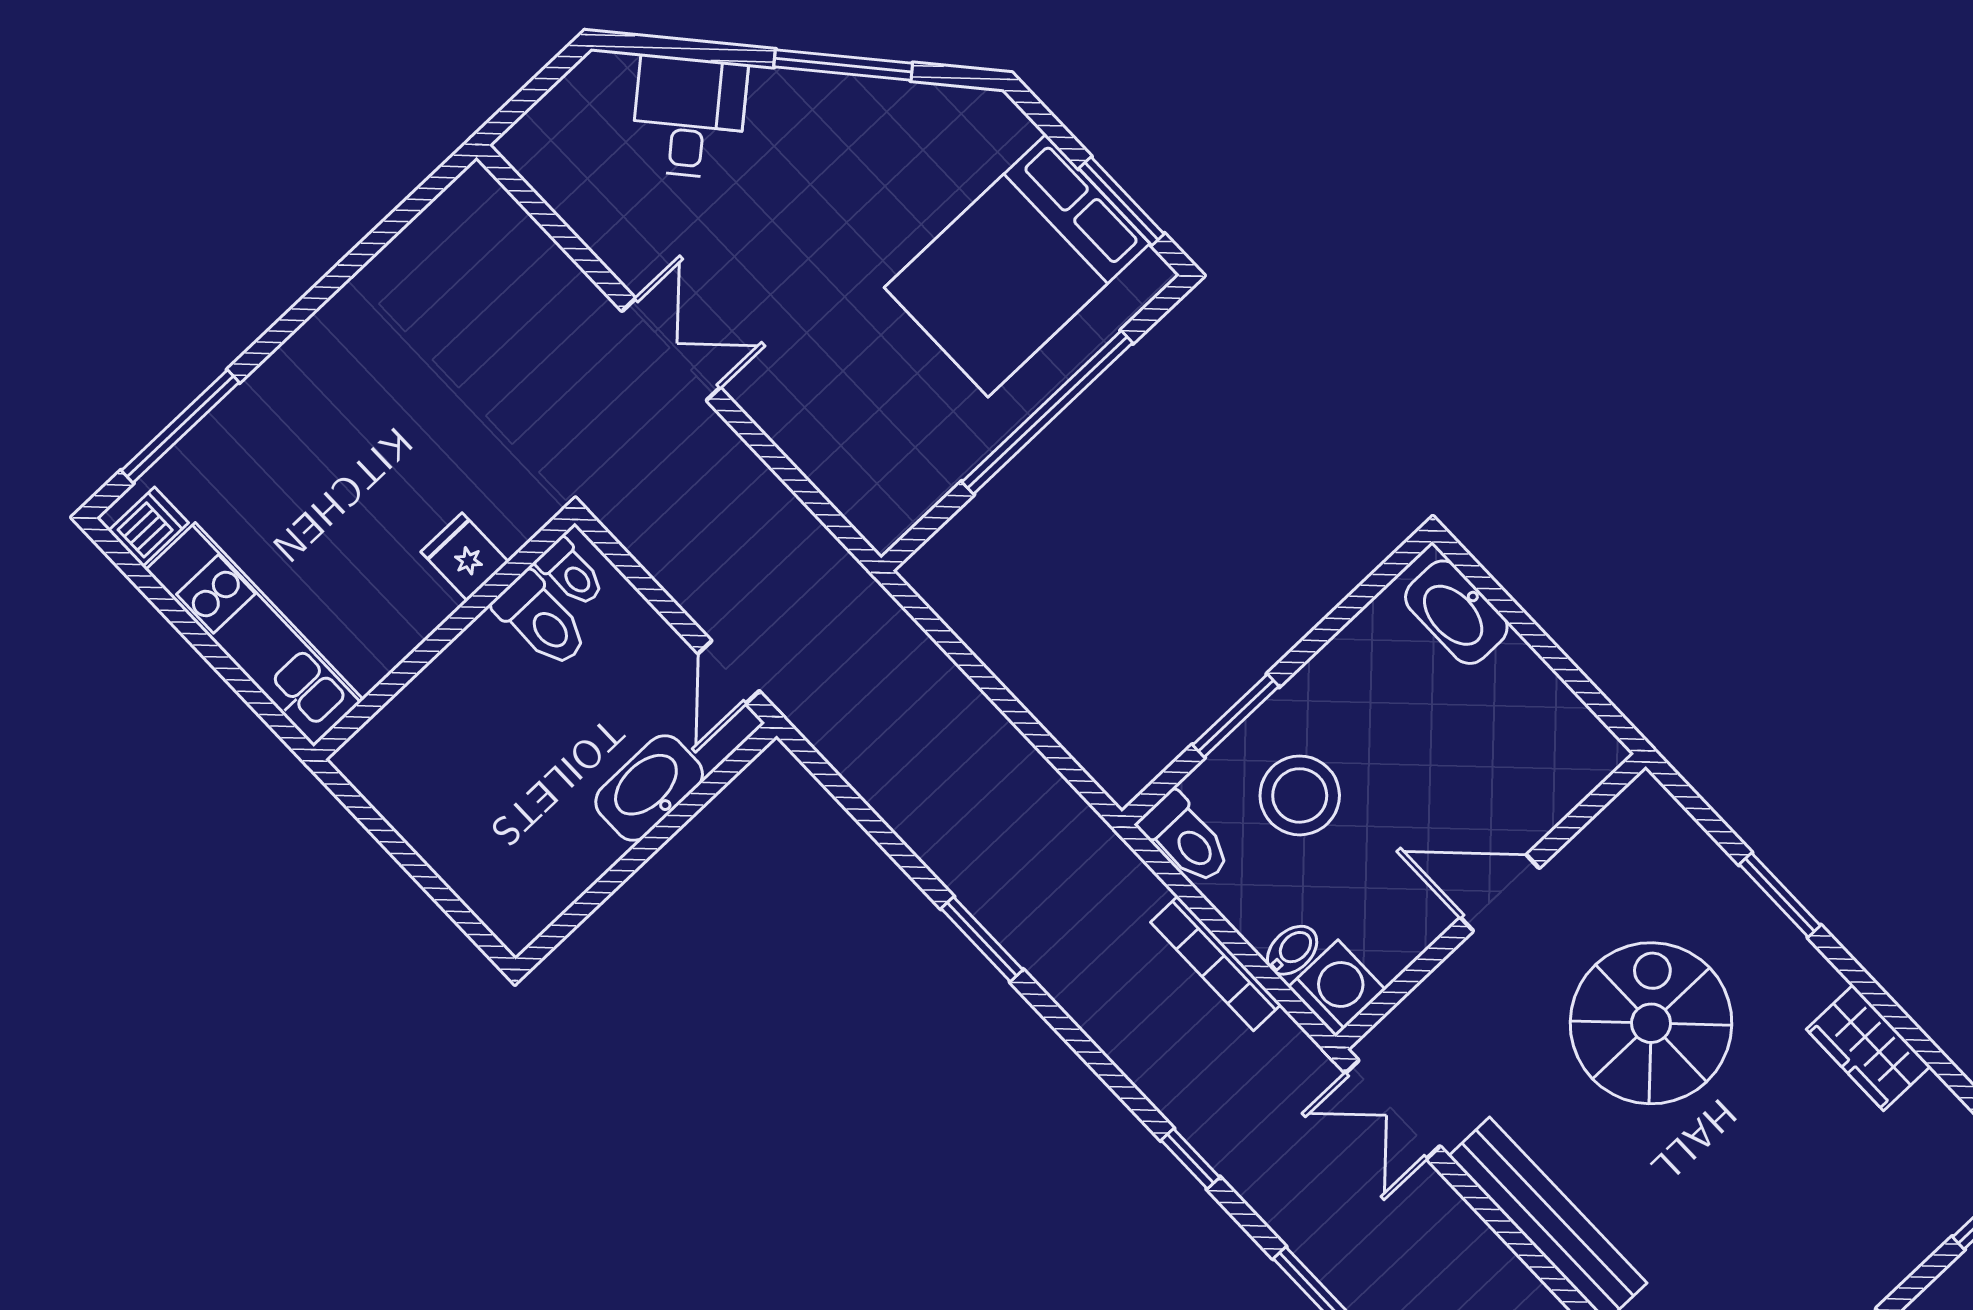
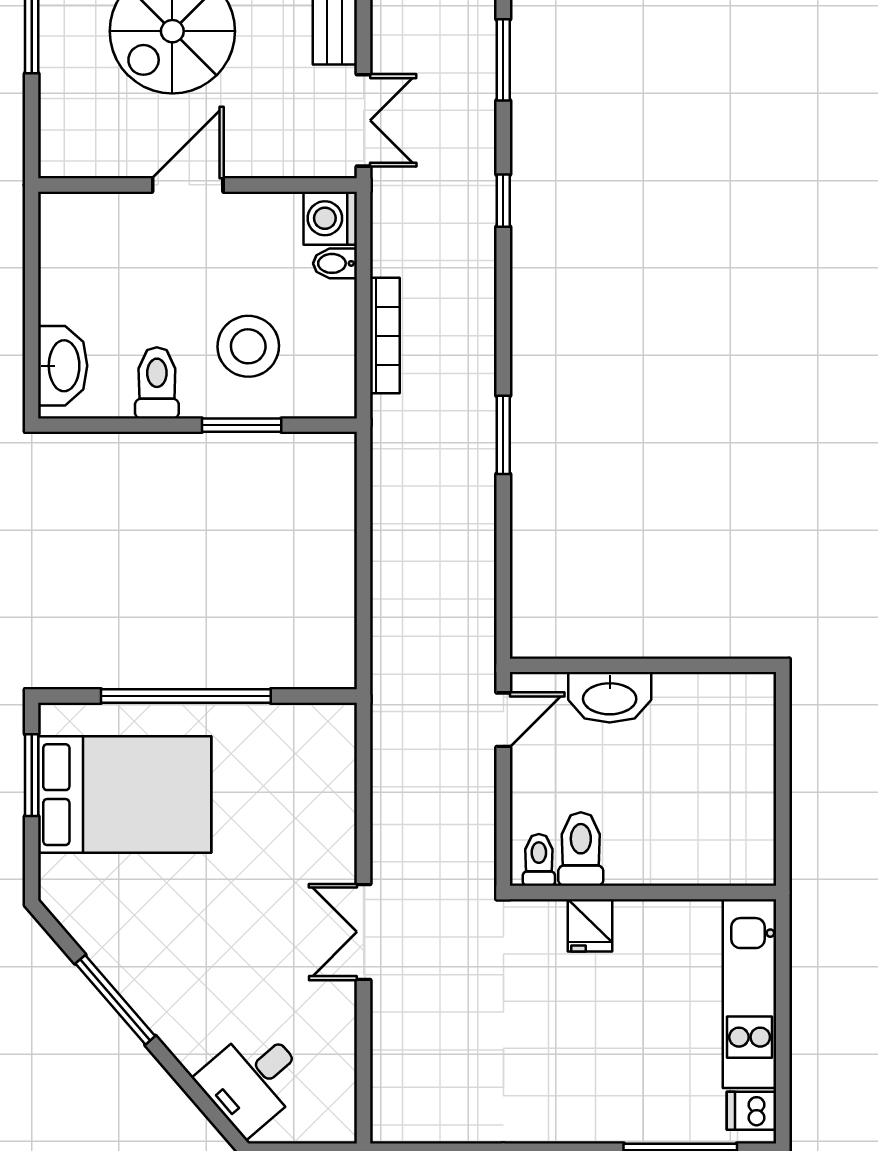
desk: (689, 117) -> (253, 1080), moved
toilet: (1186, 839) -> (157, 383), moved
door: (1500, 893) -> (188, 185), swing flipped
bookcase: (1216, 963) -> (385, 336), moved

